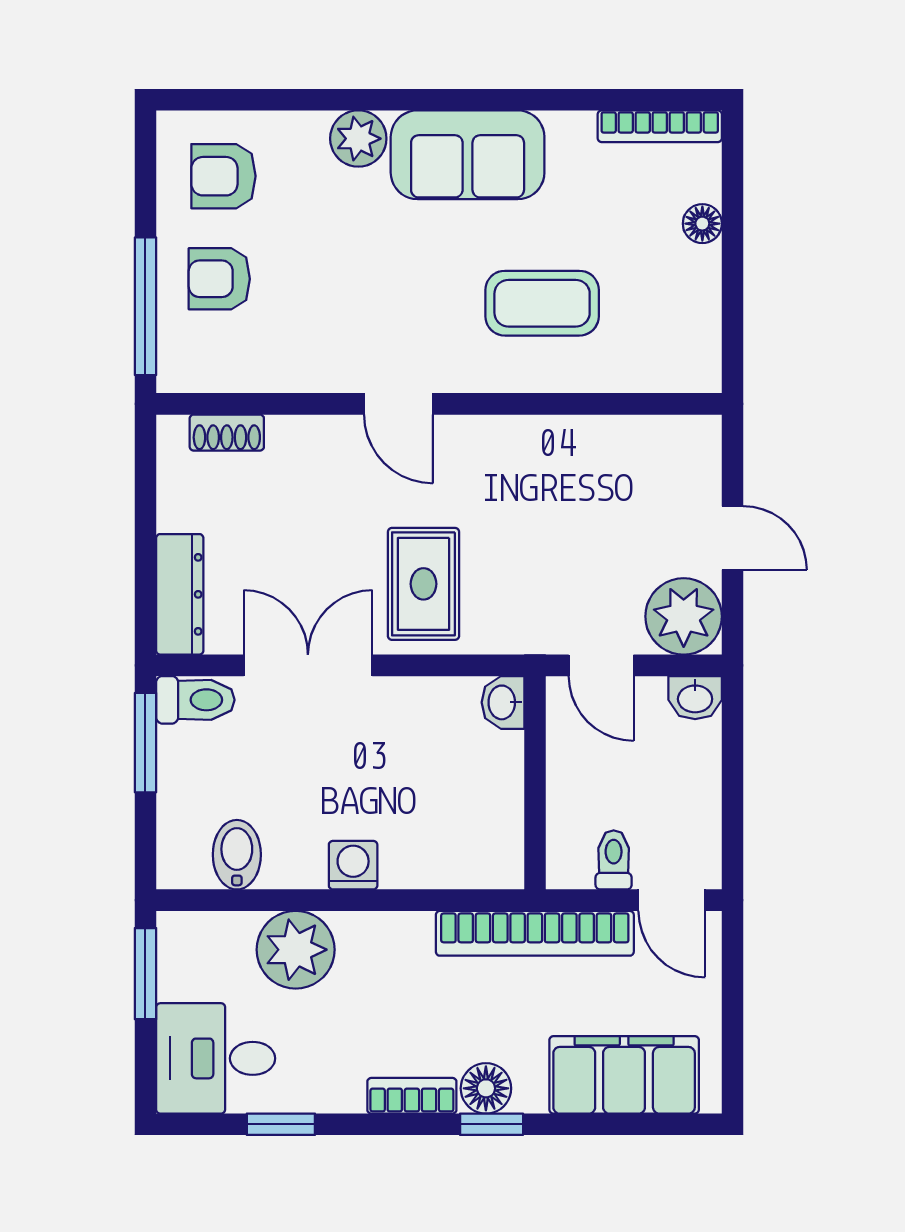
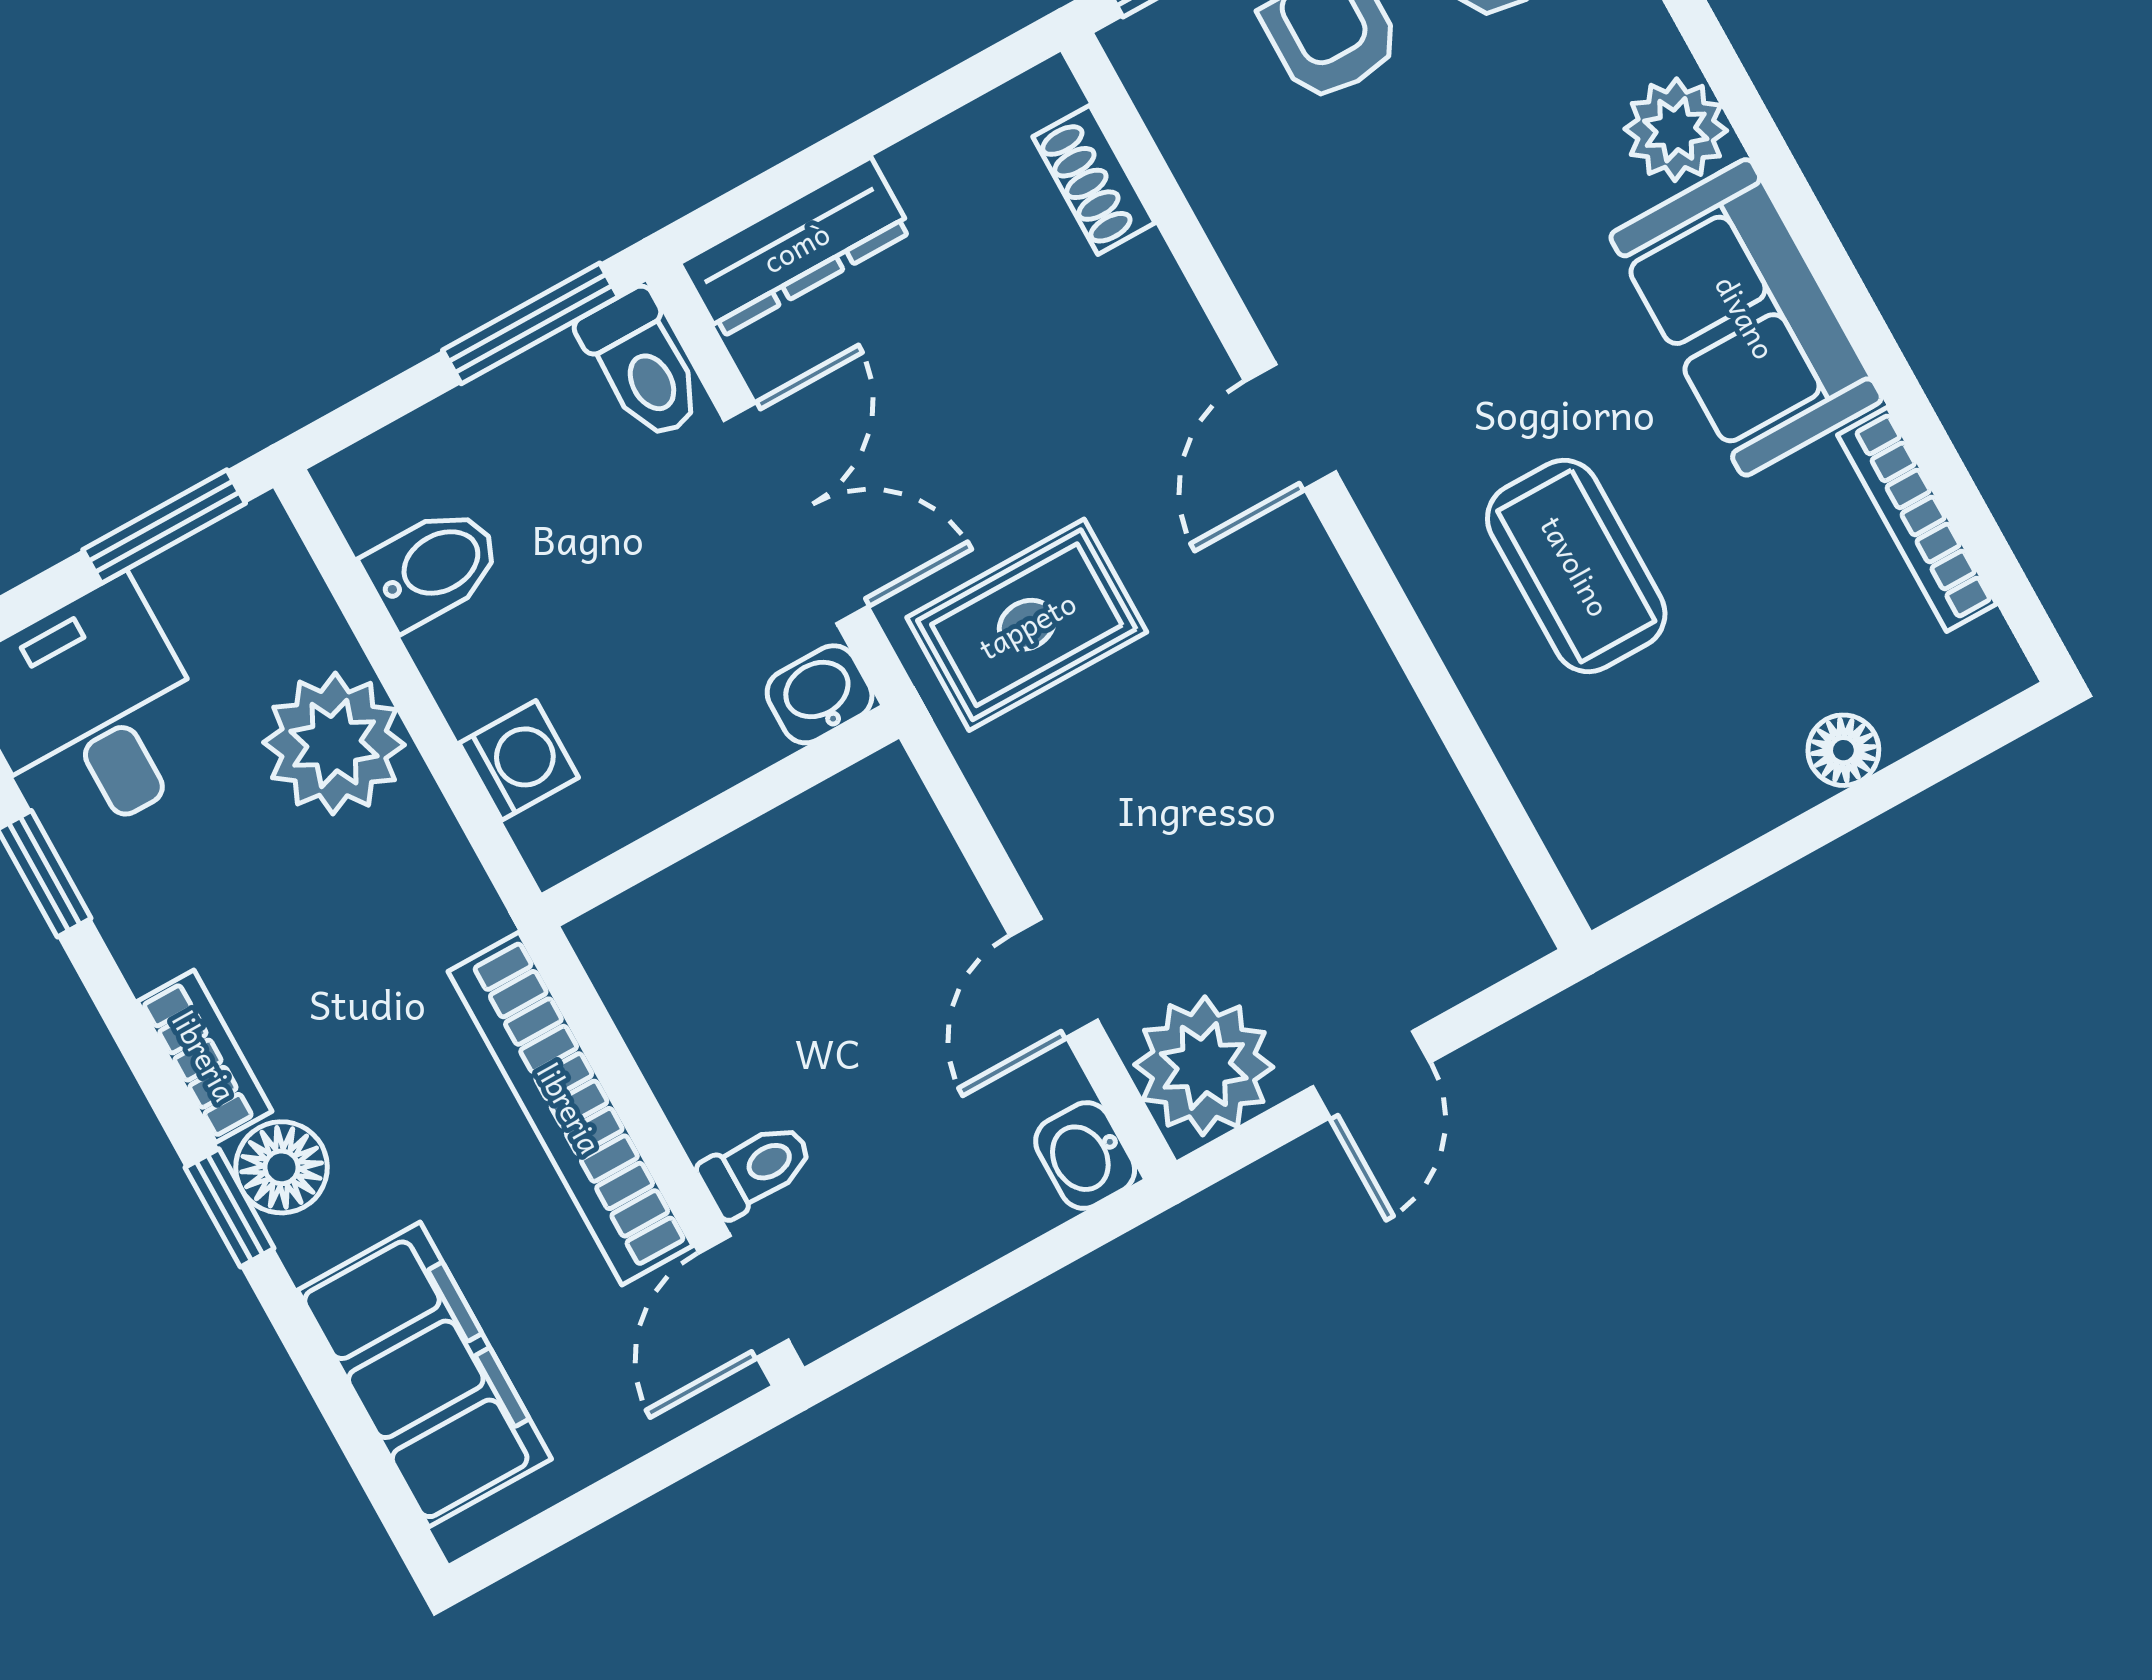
bookcase: (660, 126) -> (1917, 519), moved
washbasin: (503, 702) -> (820, 694), moved
wall: (535, 783) -> (720, 816), moved

